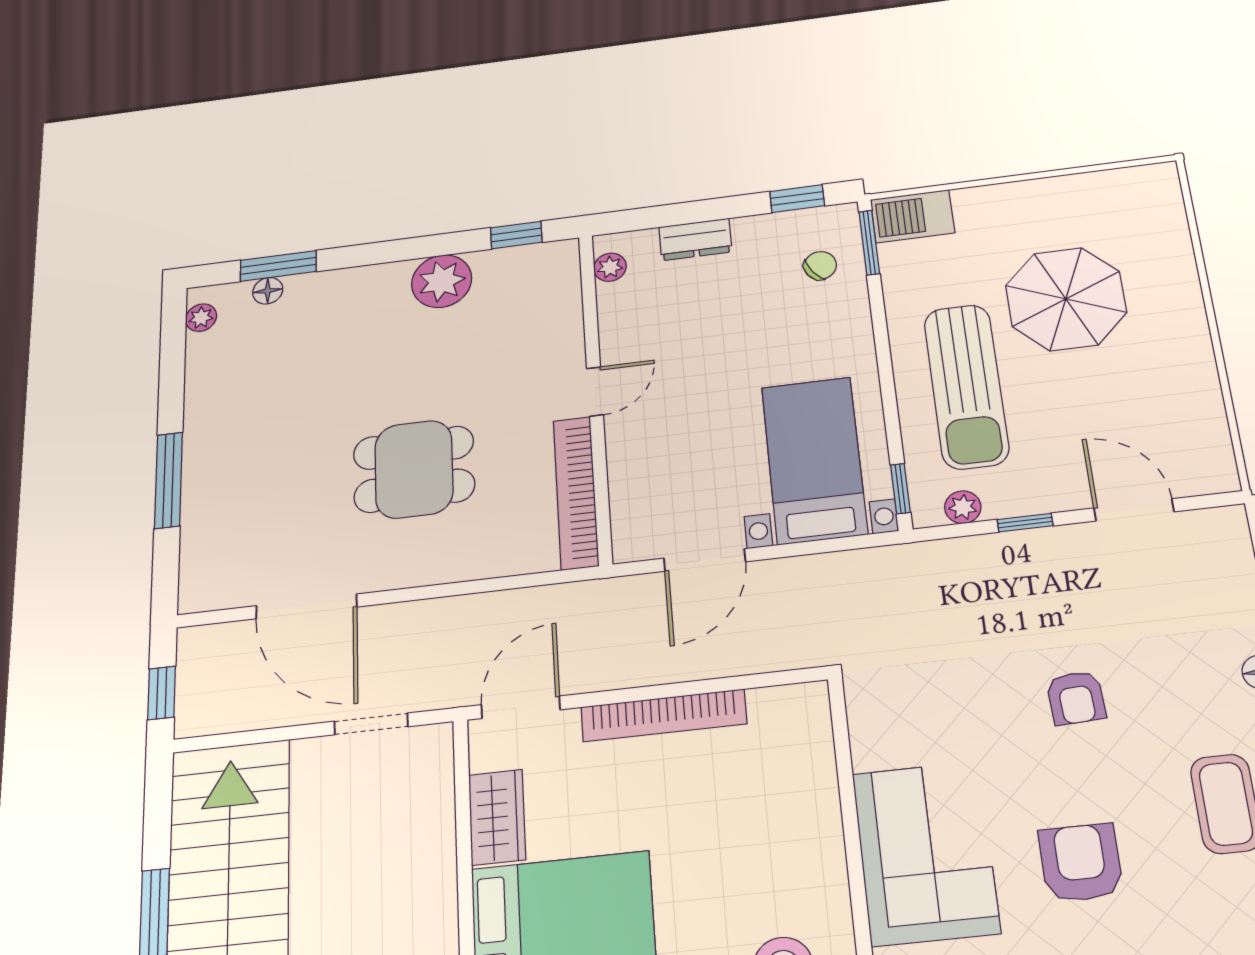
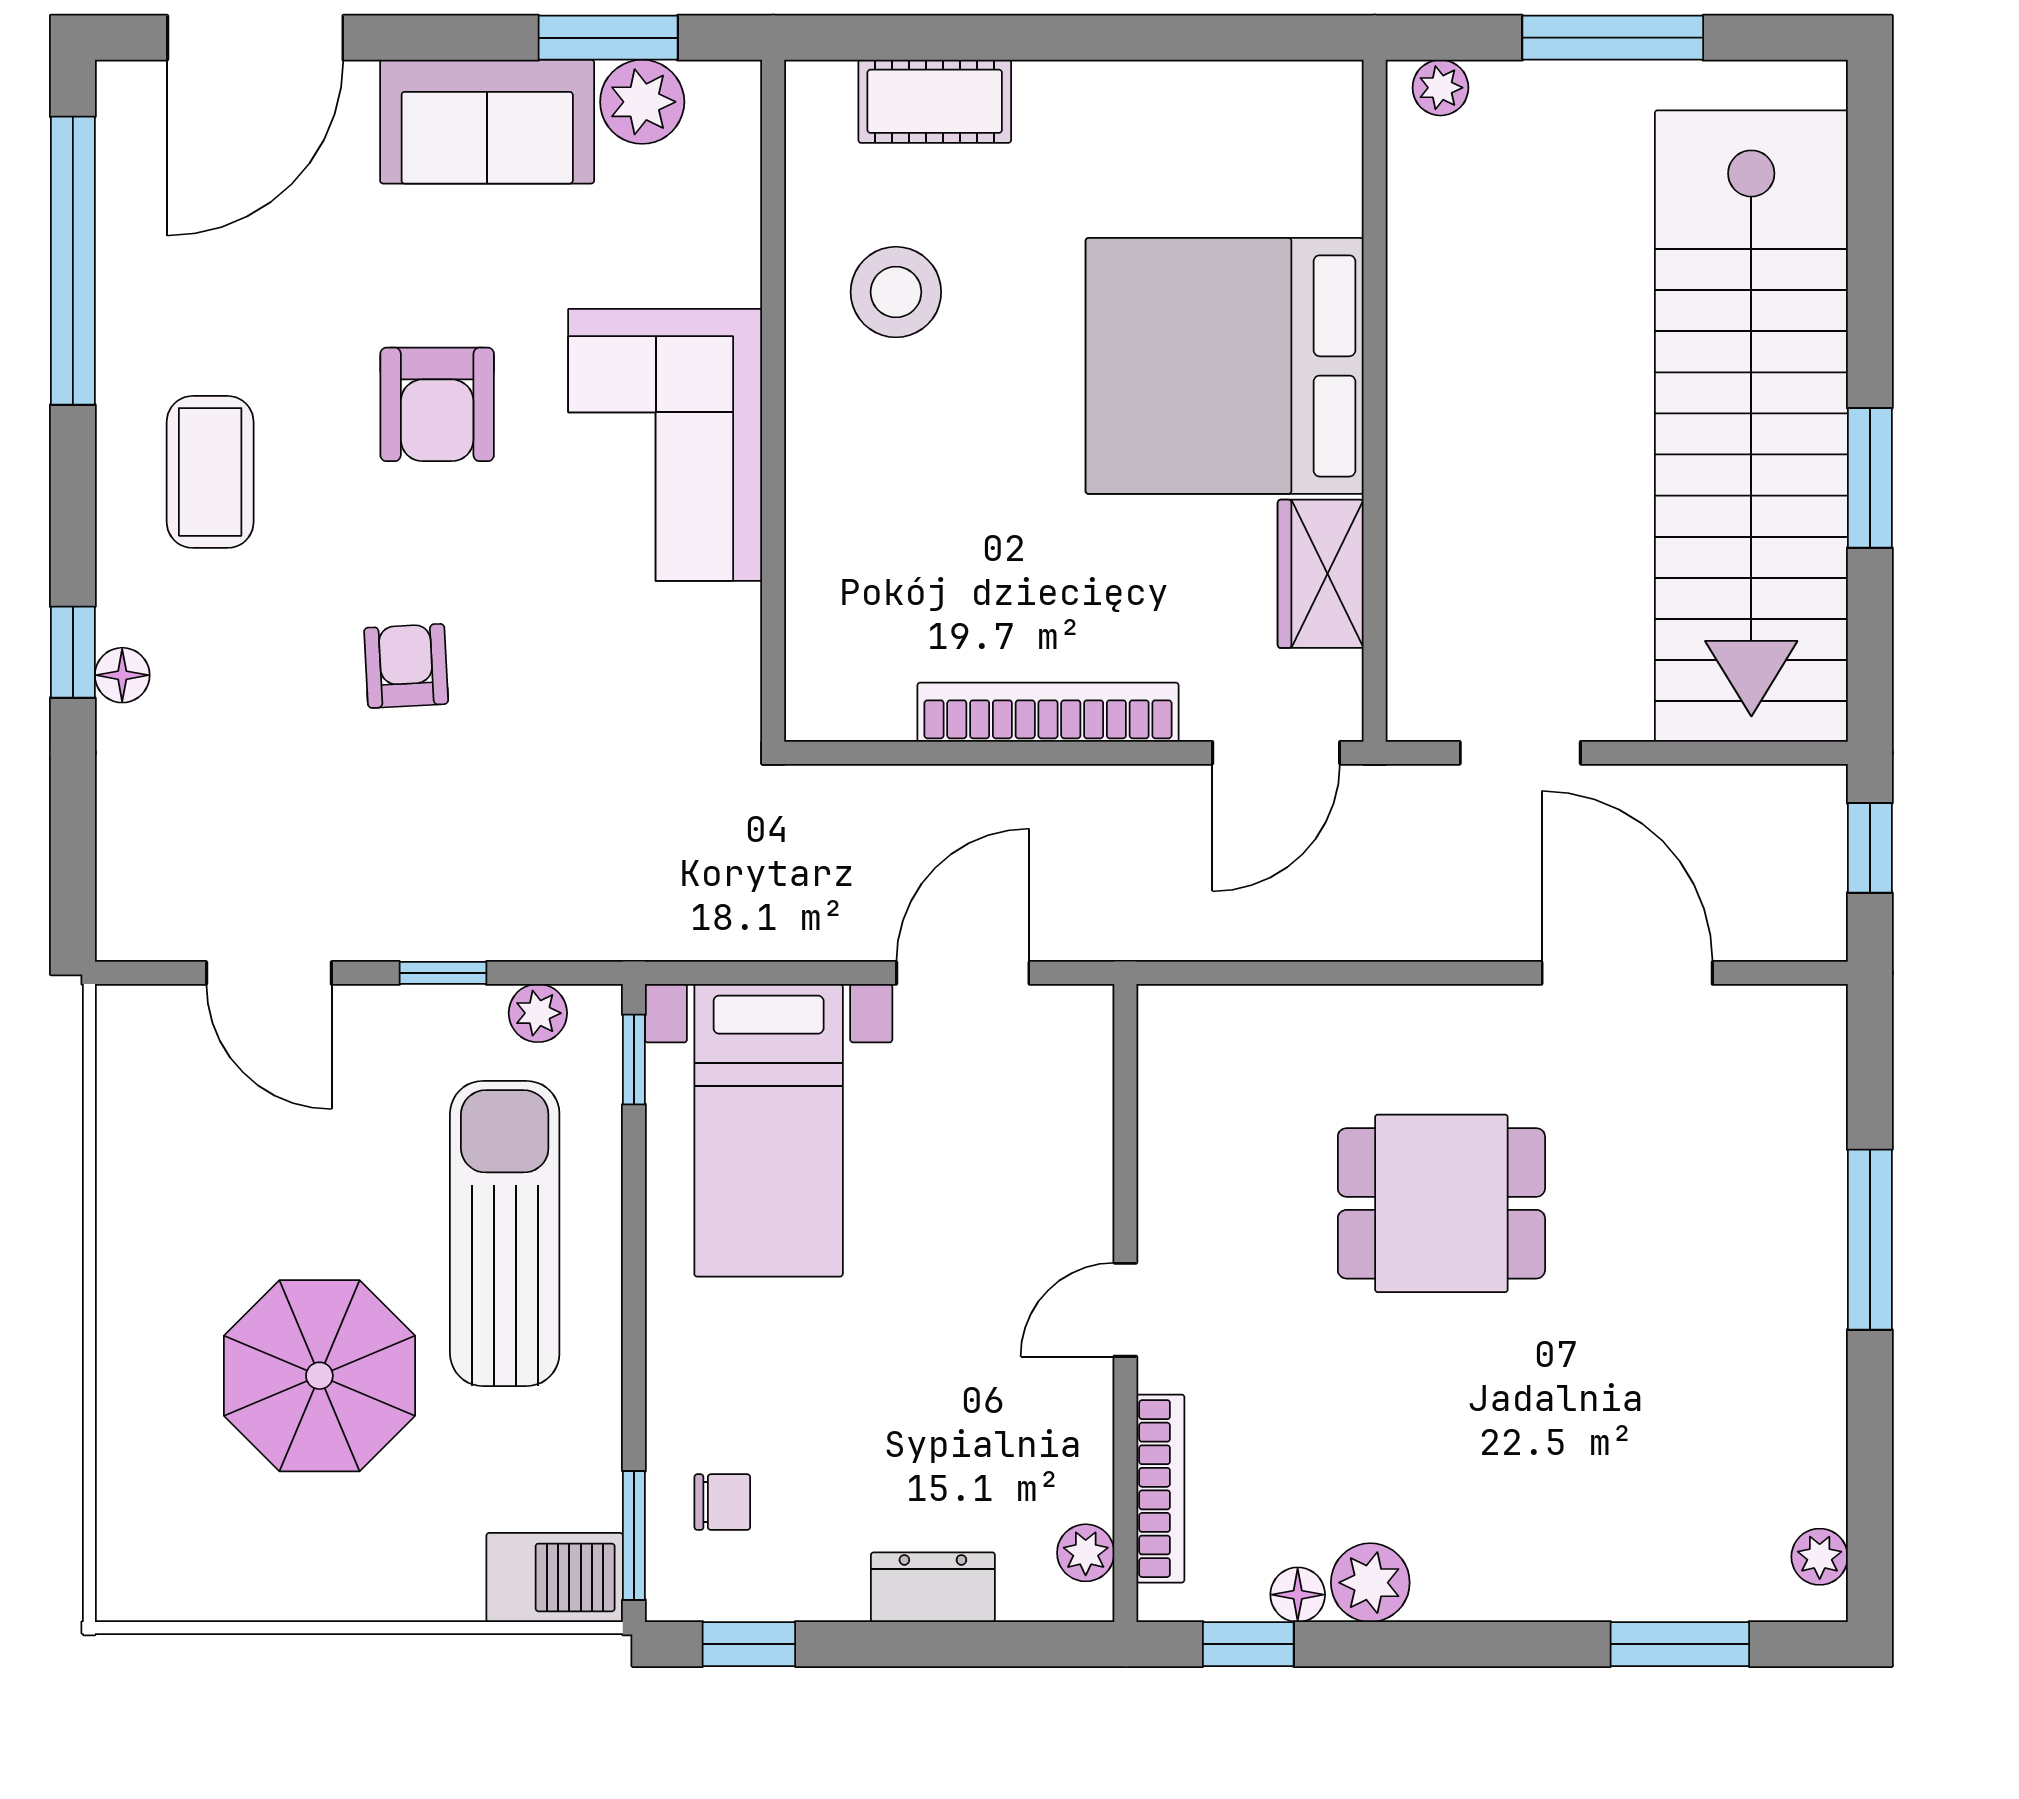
chair: (820, 265) -> (722, 1502), turned -146
plant: (442, 281) -> (1370, 1583), width x0.73, depth x0.73
floor lamp: (268, 291) -> (1298, 1595), moved
bookcase: (576, 493) -> (1160, 1489), moved, width x0.68, depth x0.76

